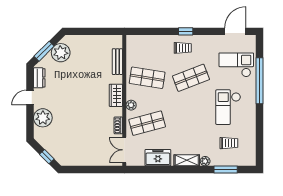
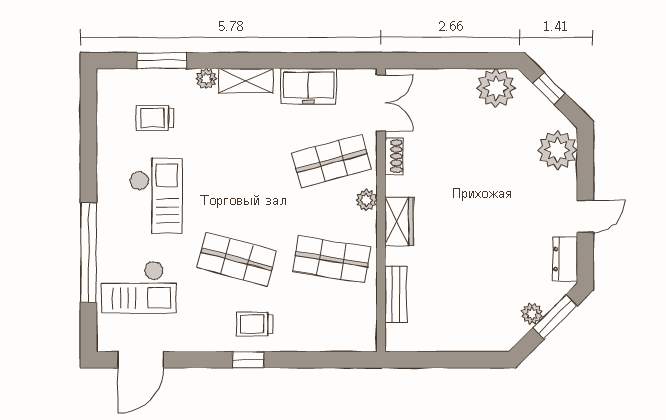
plant: (61, 53) -> (532, 314), width x0.53, depth x0.53
shop shelf: (191, 78) -> (237, 259), turned 36
plant: (43, 118) -> (558, 150), moved
plant: (71, 157) -> (496, 88), added

